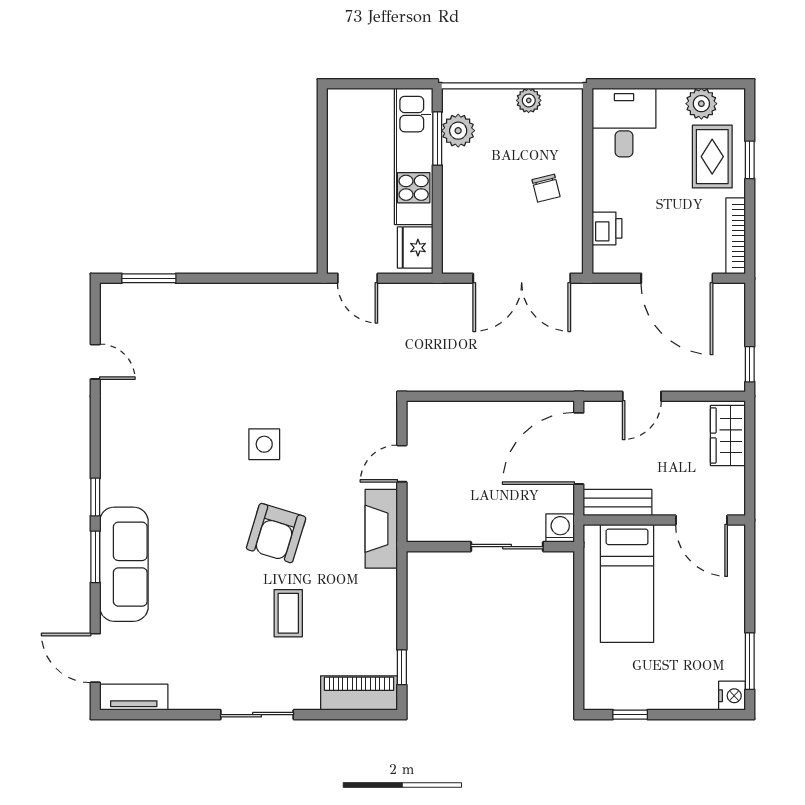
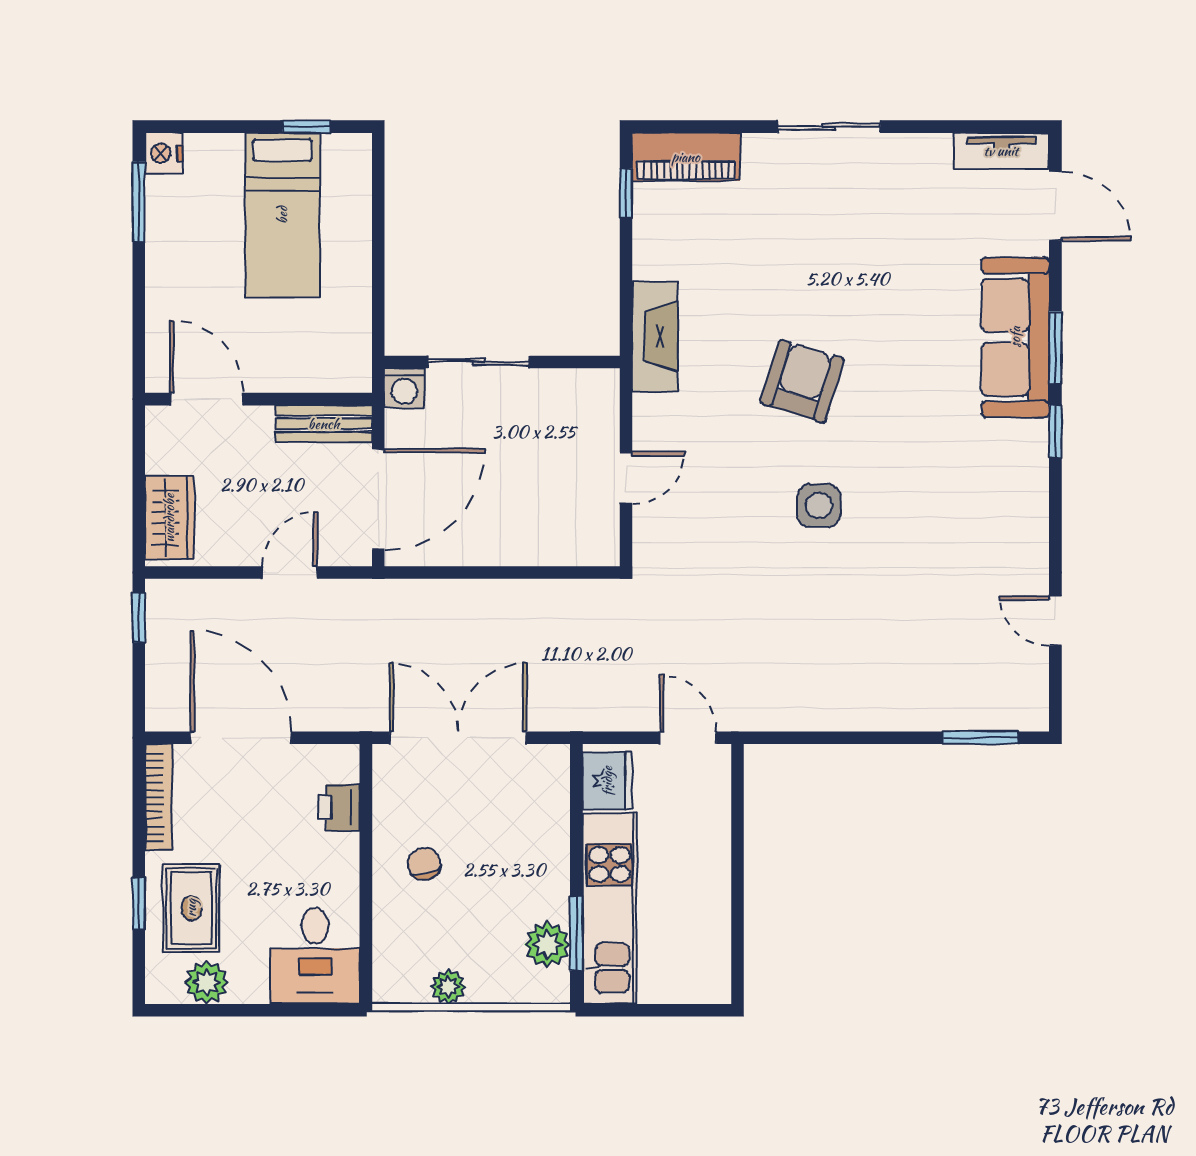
fireplace: (381, 529) -> (655, 337), moved
bed: (627, 583) -> (282, 215), moved, turned 180
coffee table: (288, 613) -> (785, 269), removed

